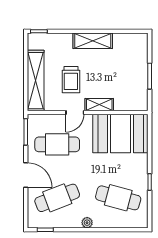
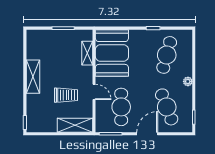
shelving: (36, 81) -> (75, 125), width x0.68
shelving: (99, 105) -> (87, 53), moved

